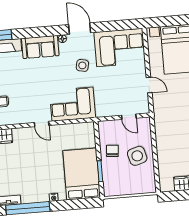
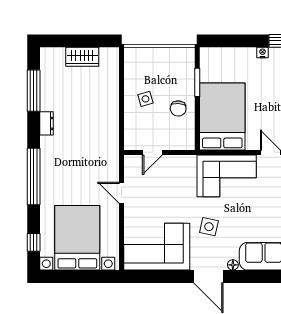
door: (129, 117) -> (152, 152), swing flipped
side table: (137, 156) -> (145, 99), width x0.54, depth x0.54
bed: (82, 174) -> (222, 116), moved, turned 180

